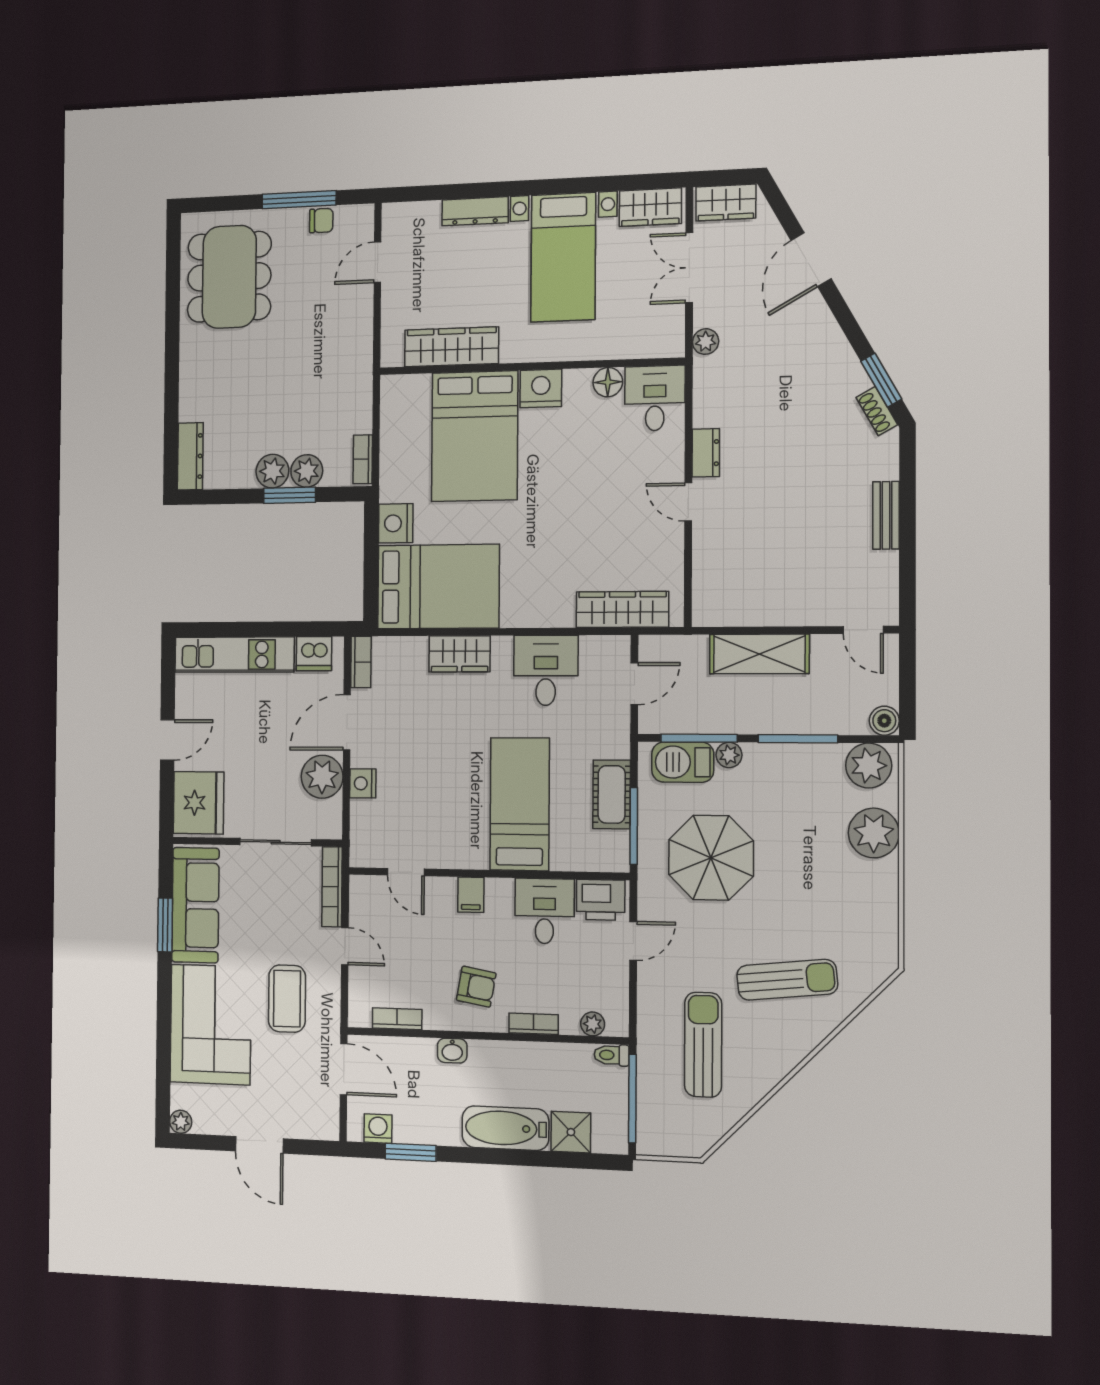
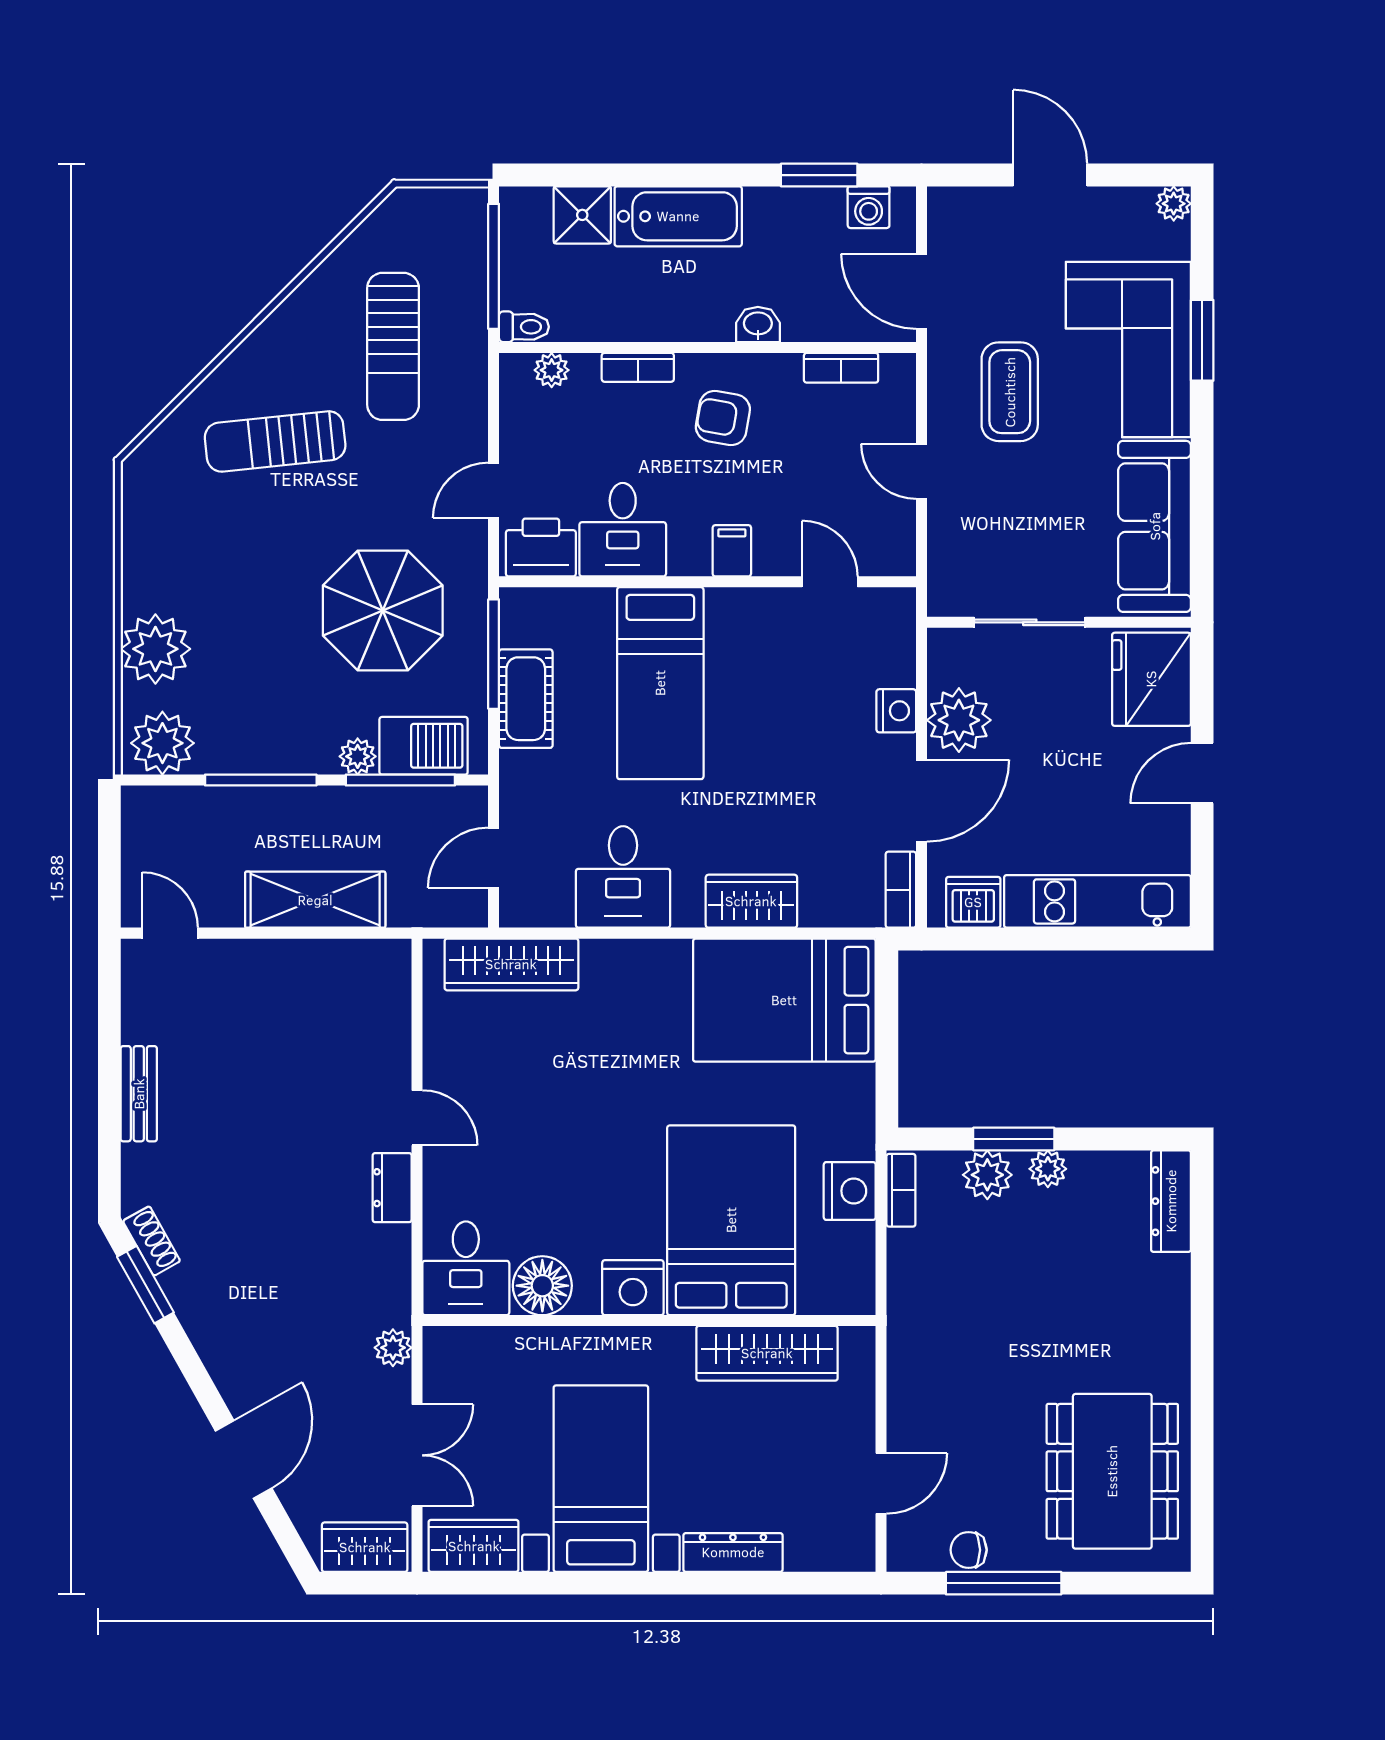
floor lamp: (608, 382) -> (542, 1286), width x1.38, depth x1.38
plant: (272, 471) -> (1048, 1169), width x0.73, depth x0.73
nightstand: (396, 523) -> (850, 1191), moved
boiler: (884, 721) -> (141, 806), removed
bookcase: (332, 887) -> (942, 558), removed
window: (165, 925) -> (1202, 340), moved

